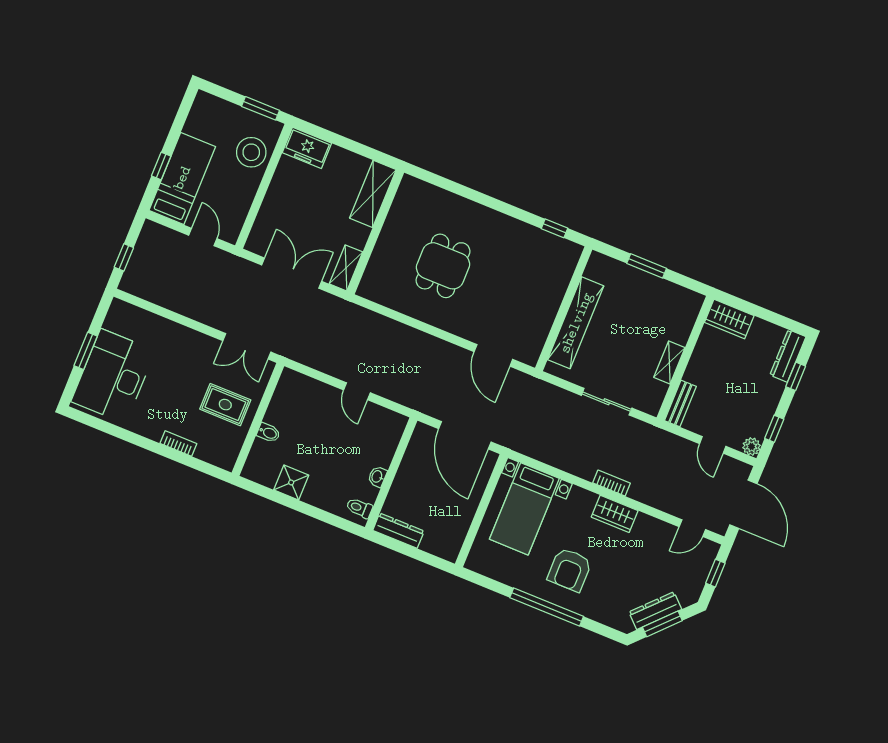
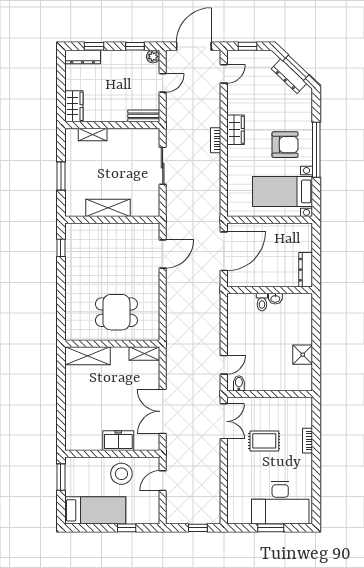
freezer: (307, 148) -> (118, 441), moved, turned -90
stool: (251, 152) -> (121, 474), moved
bed: (182, 178) -> (95, 510), moved, turned 180
shelving: (373, 194) -> (87, 356), moved
wall: (376, 232) -> (112, 344), moved
shelving: (346, 268) -> (144, 354), moved
shelving: (576, 323) -> (108, 208), width x0.68
shelving: (669, 363) -> (93, 134), moved
door: (357, 391) -> (224, 365), moved
rug: (225, 405) -> (264, 441), moved, turned 90
bidet: (269, 433) -> (239, 383), moved
toilet: (359, 508) -> (262, 302), moved
bed with nightstands: (524, 509) -> (283, 191), moved, turned 180
door: (692, 528) -> (224, 74), hinge flipped

